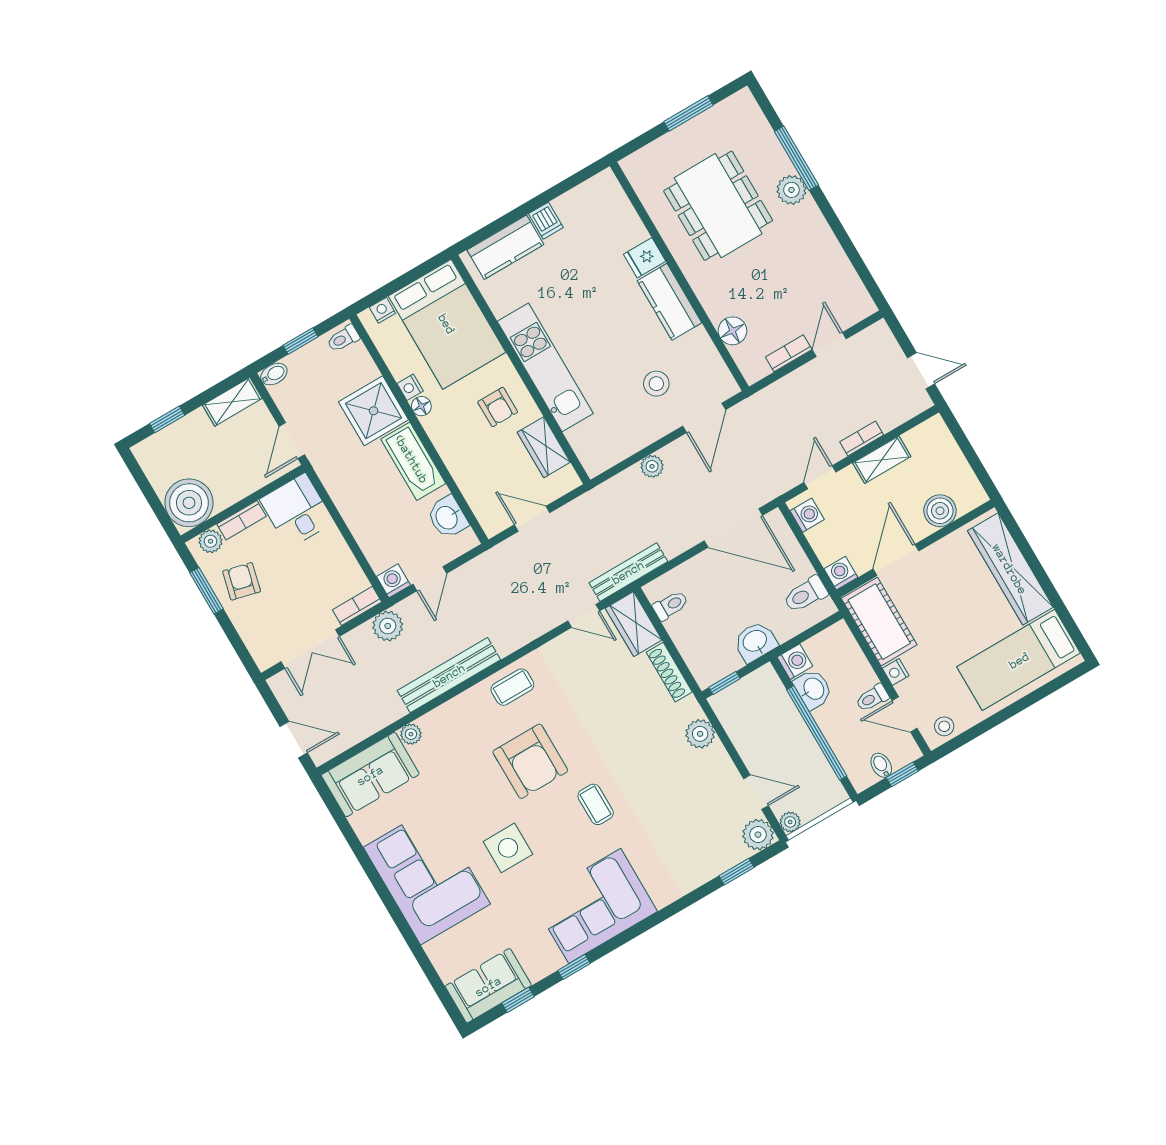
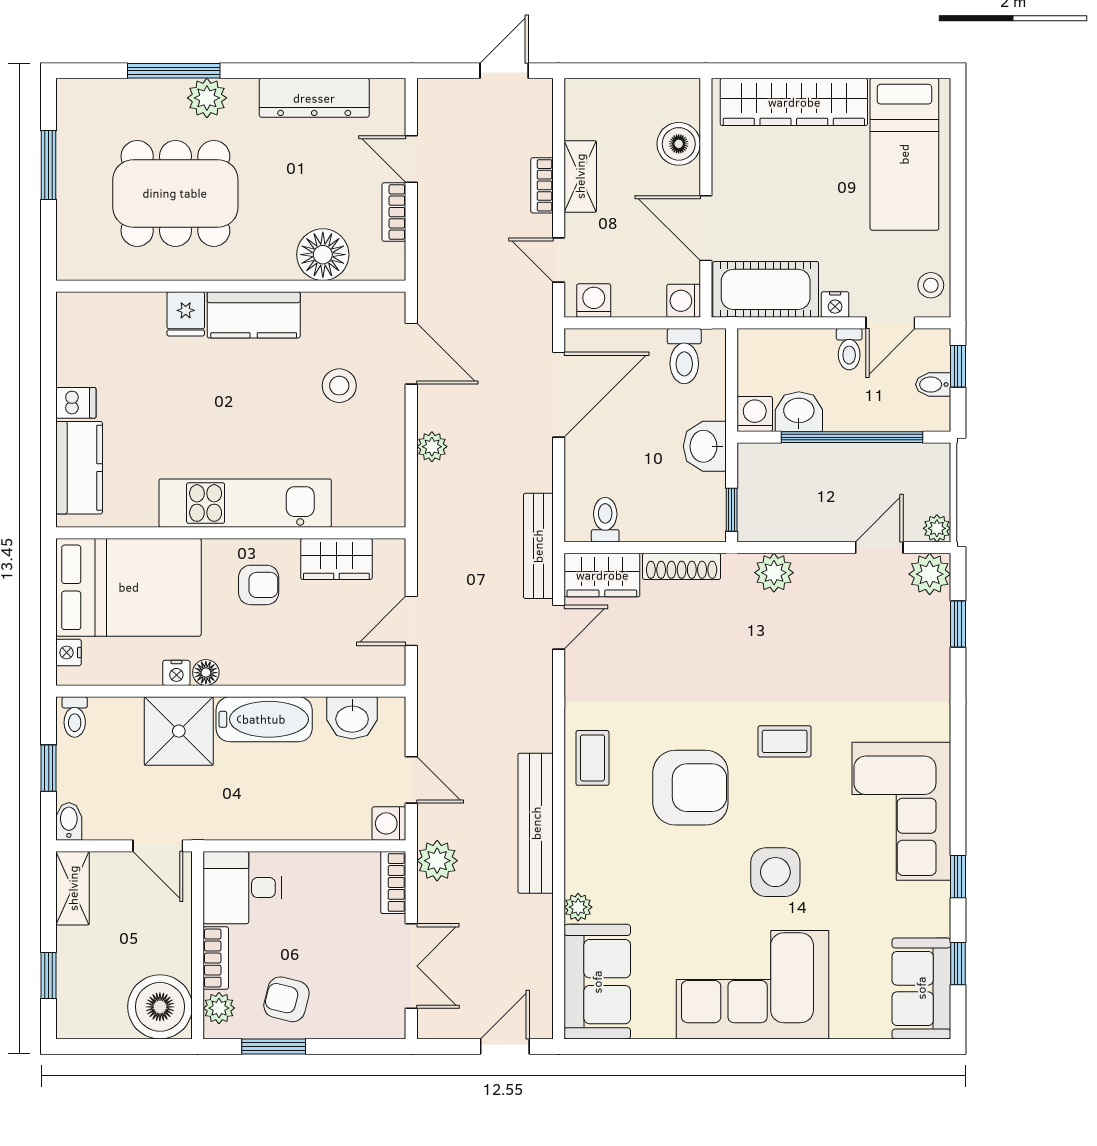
dresser: (832, 259) -> (314, 98), added
floor lamp: (733, 331) -> (323, 255), width x1.38, depth x1.38

